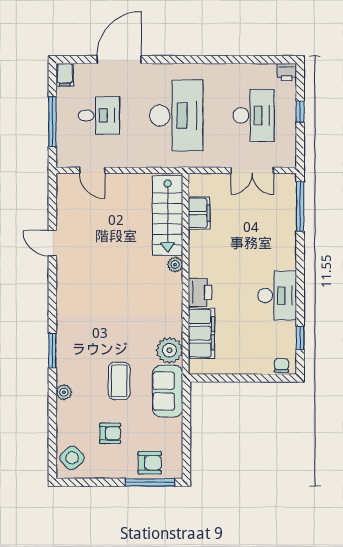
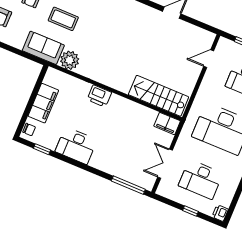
filing cabinet: (199, 213) -> (167, 124), moved
plant: (175, 265) -> (124, 87), removed
filing cabinet: (201, 333) -> (43, 103), moved, turned -90

